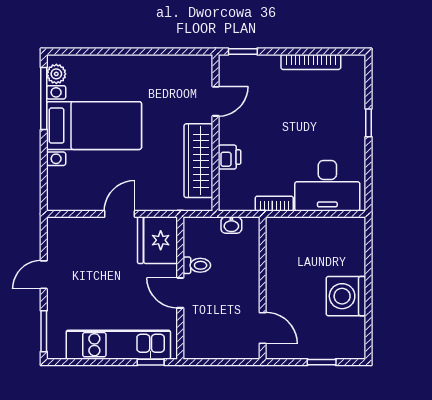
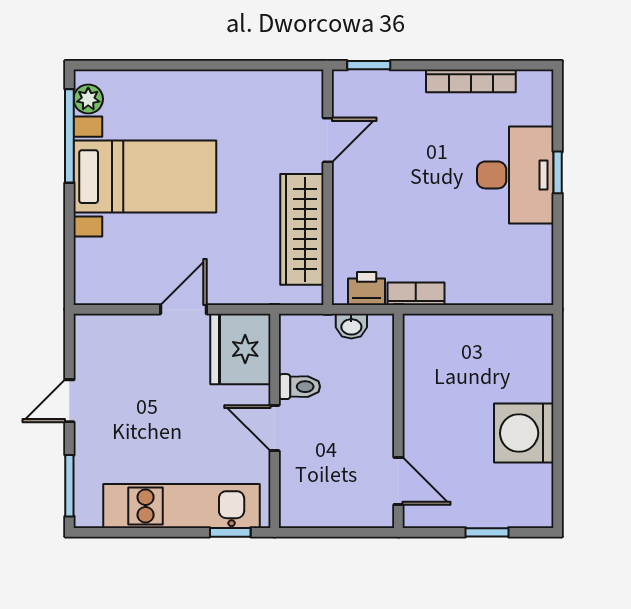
printer: (229, 157) -> (367, 288), moved, turned -90
desk: (327, 186) -> (515, 175), moved, turned -90

